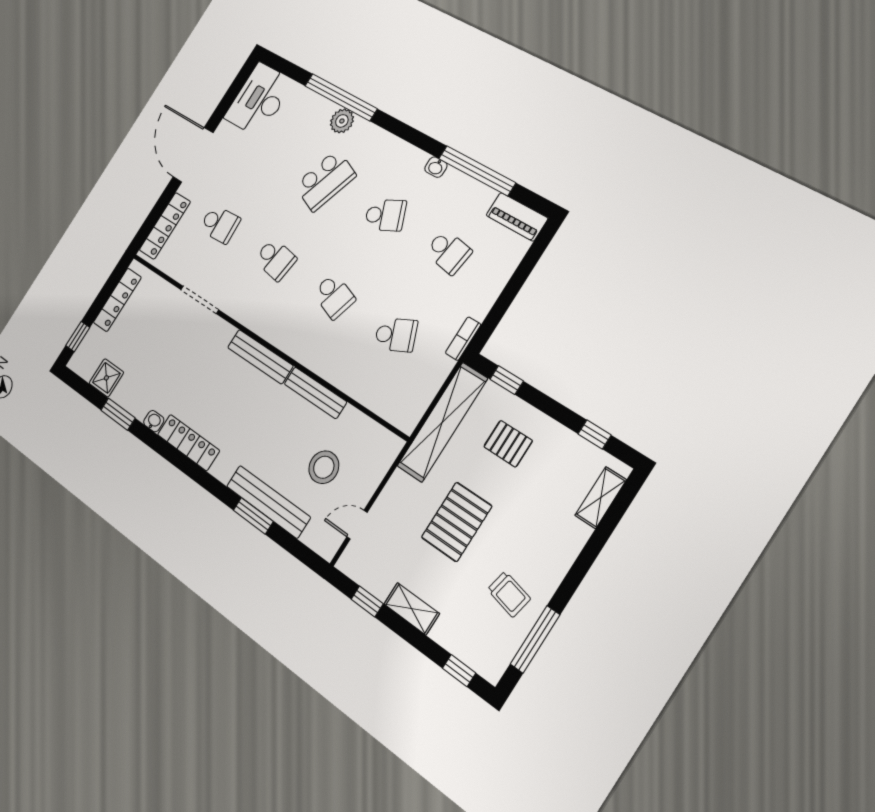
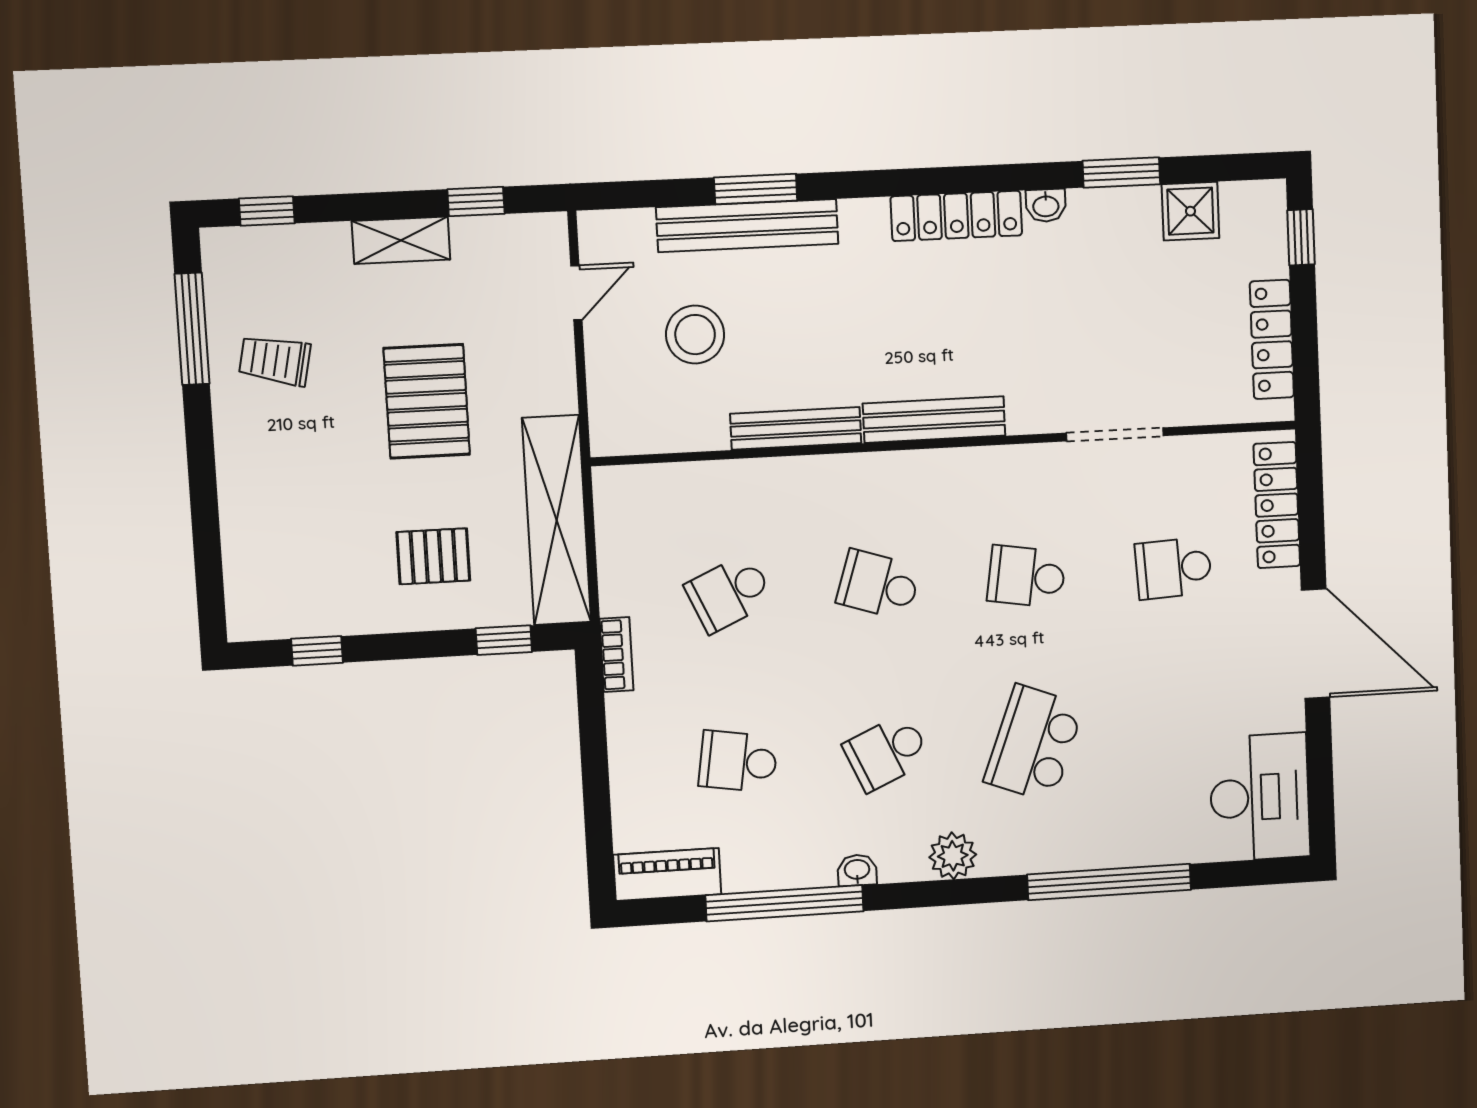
plant: (342, 121) -> (953, 856), moved
shelving: (601, 498) -> (244, 574), removed

